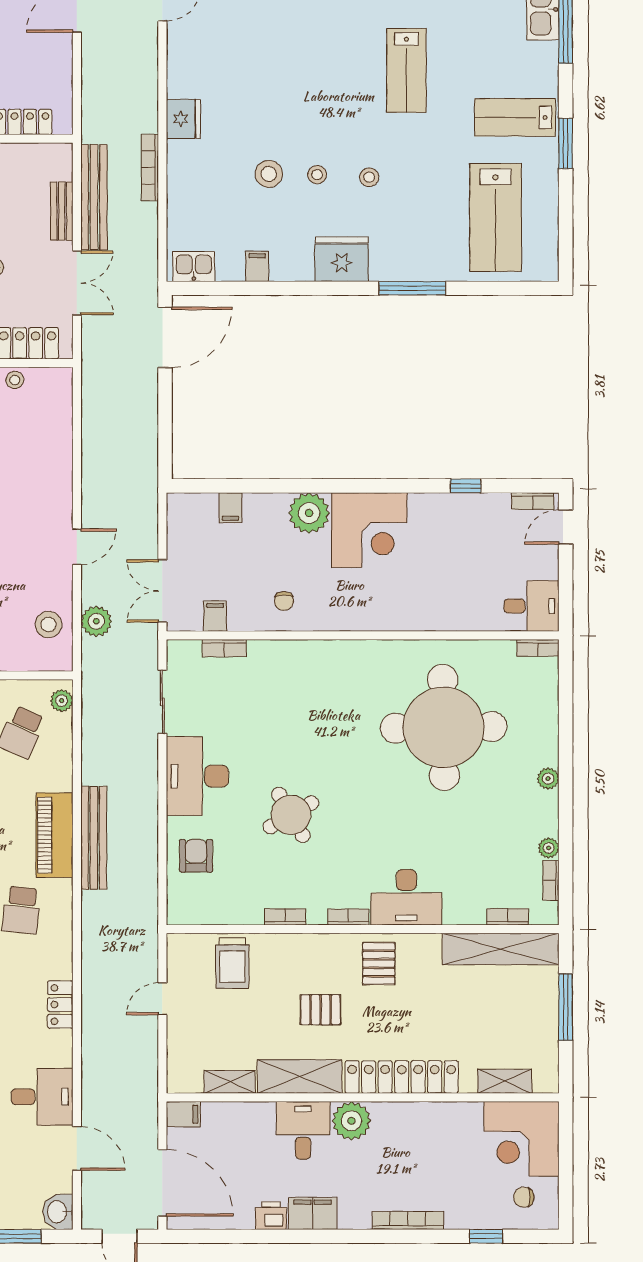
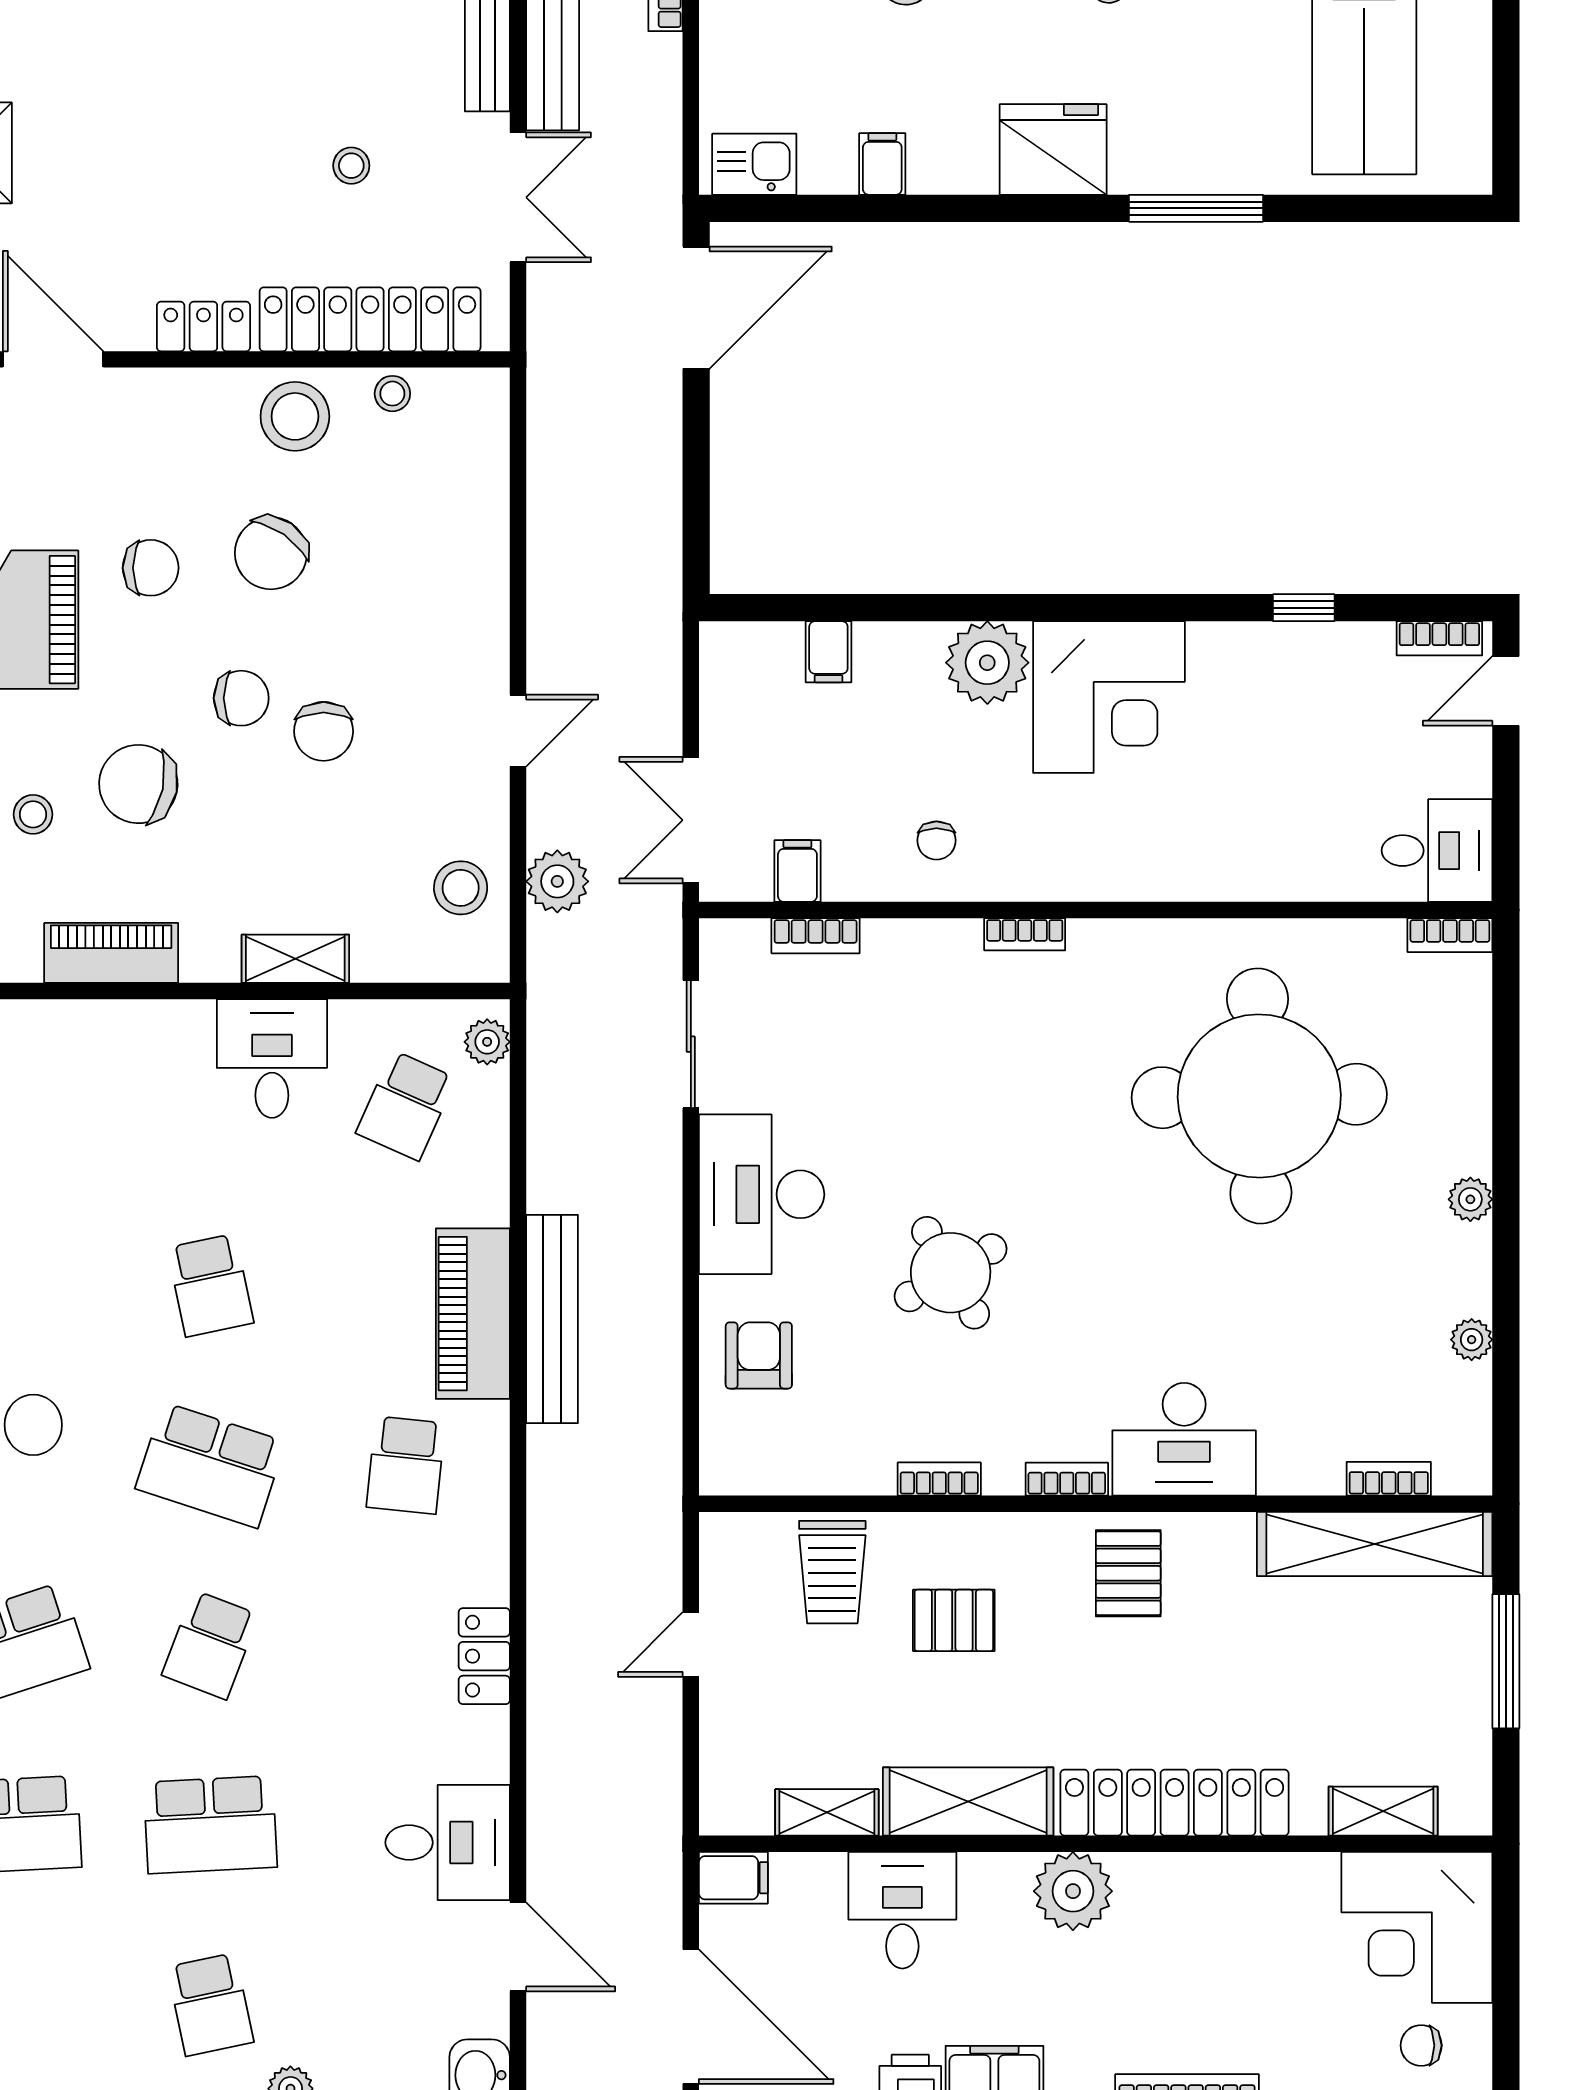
bookcase: (551, 880) -> (1025, 934), moved, turned -90
pallet: (321, 1010) -> (954, 1620), moved
desk: (303, 1130) -> (902, 1910), moved

